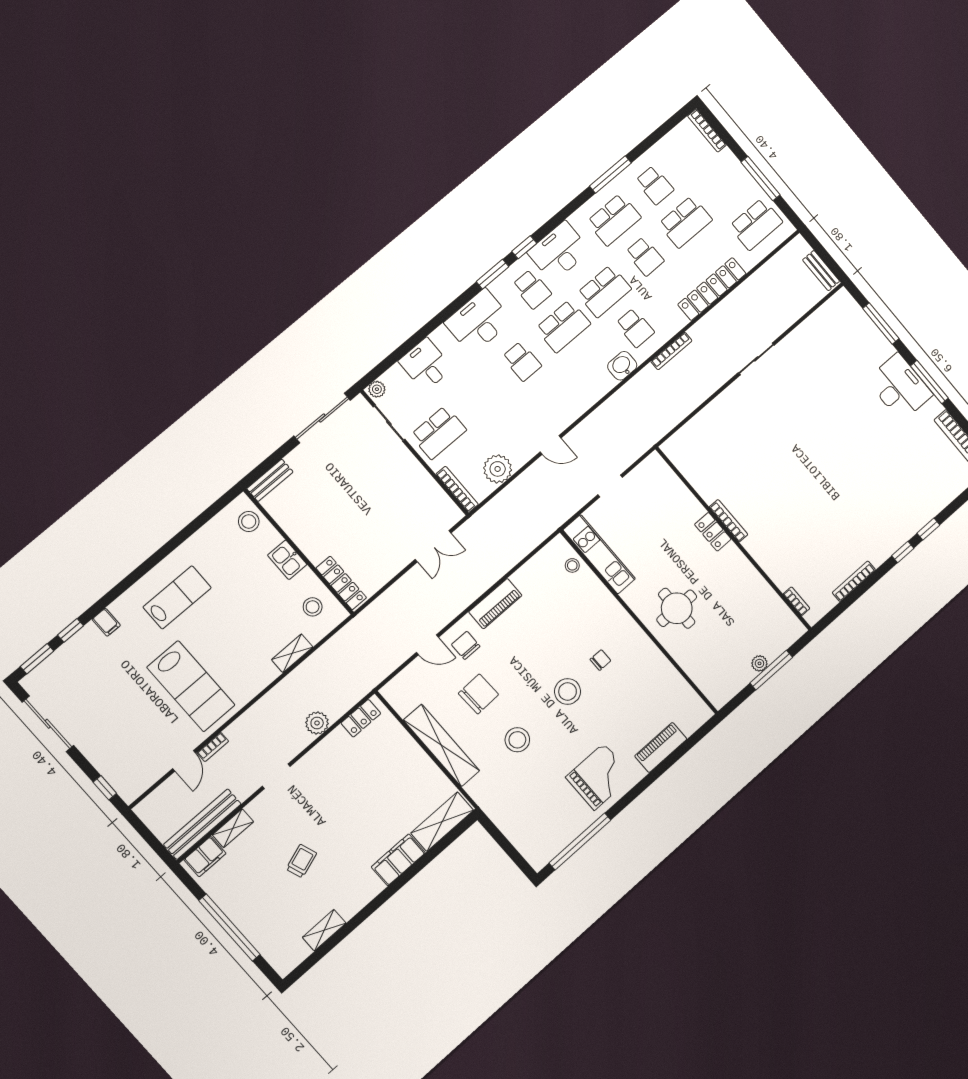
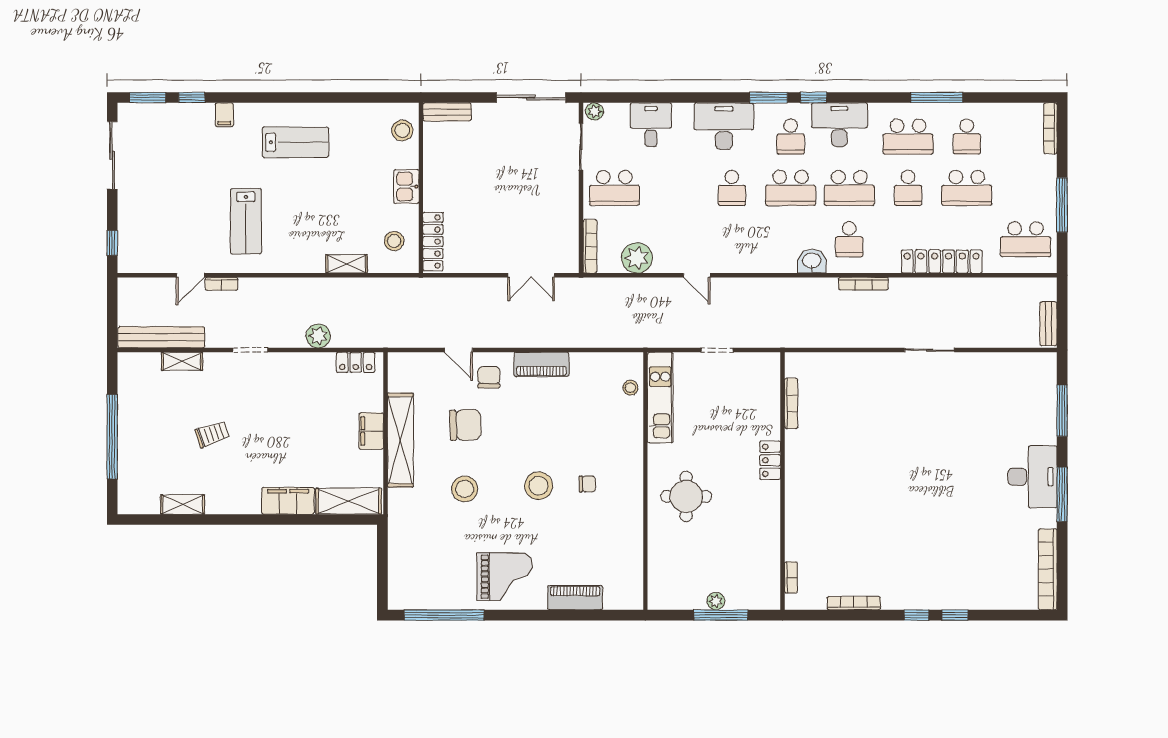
bookcase: (729, 521) -> (791, 403), moved
lab bench: (191, 686) -> (246, 221), width x0.73, depth x0.72
filing cabinet: (205, 857) -> (371, 431), moved, turned 90

